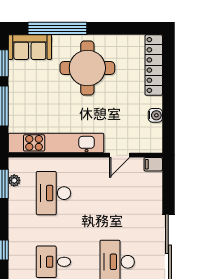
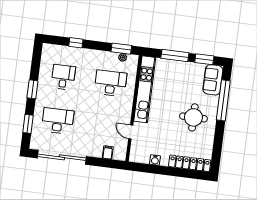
round table: (87, 68) -> (193, 117), width x0.73, depth x0.73
filing cabinet: (153, 164) -> (108, 152), moved

